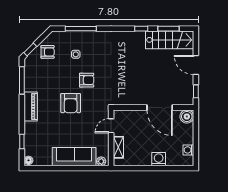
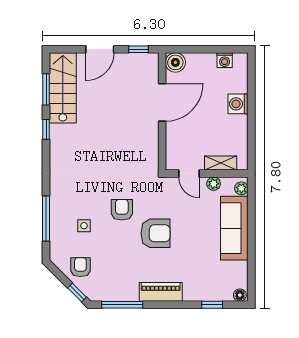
plant: (104, 142) -> (214, 184), added

